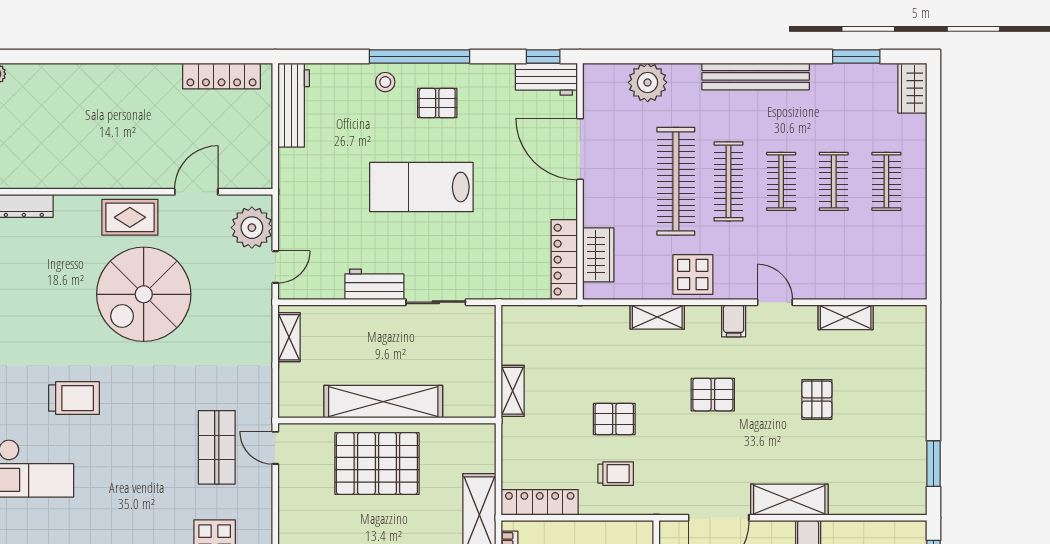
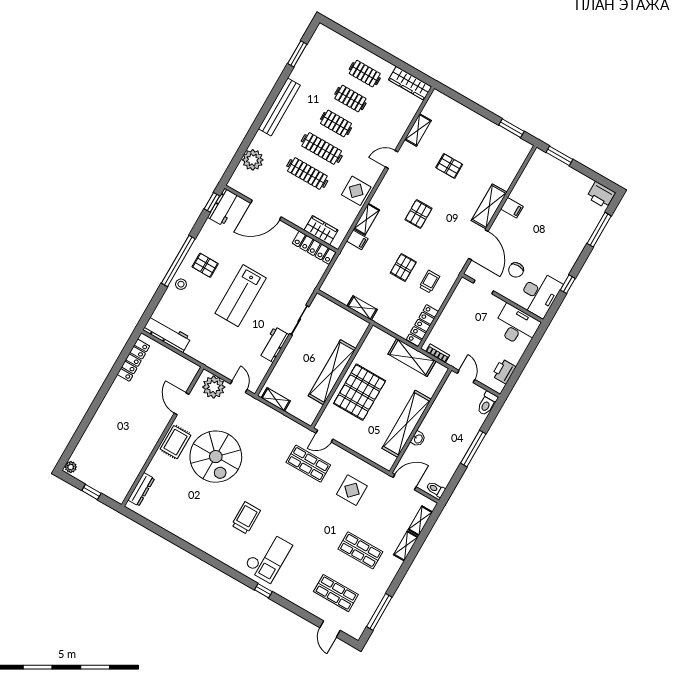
wardrobe: (912, 88) -> (410, 83), moved, width x1.50
pallet: (437, 103) -> (205, 265), turned 90
clothes rail: (676, 181) -> (307, 173), width x0.73, depth x0.76
filing cabinet: (734, 321) -> (357, 240), moved

